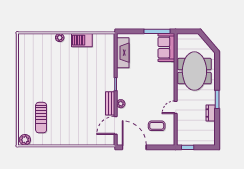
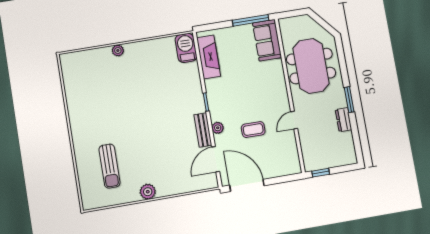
barbecue: (82, 40) -> (186, 48), moved, turned 90
coffee table: (157, 126) -> (253, 130), moved
plant: (25, 140) -> (148, 192), moved

